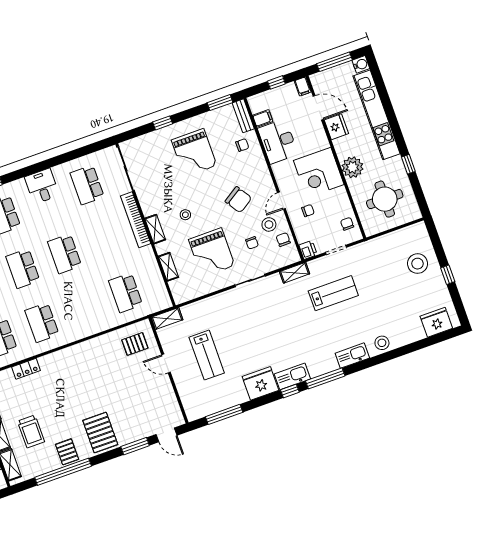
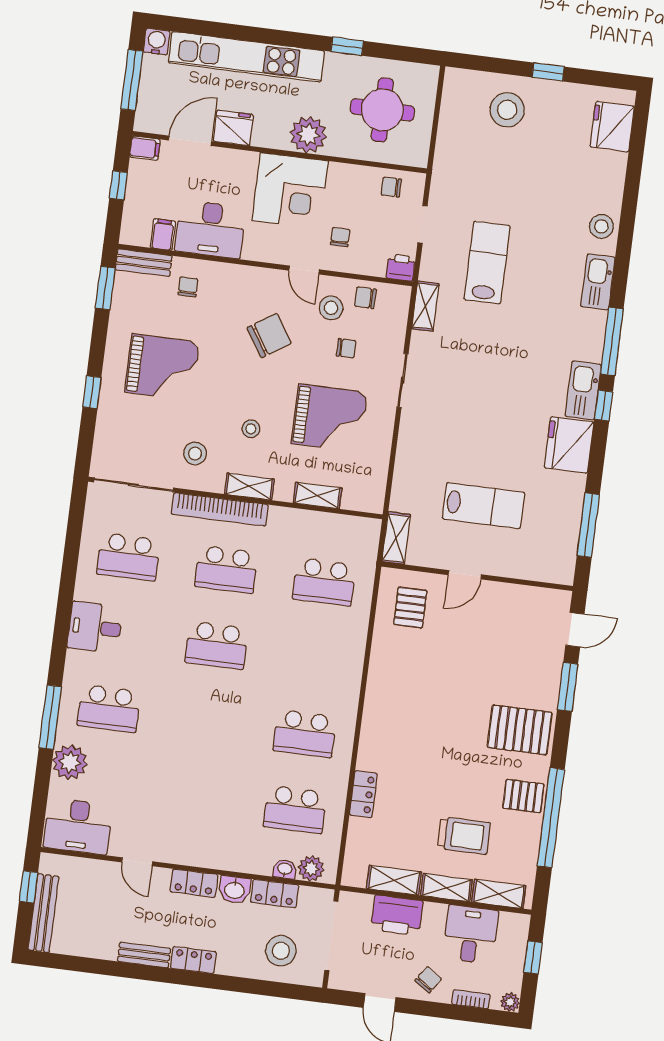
stool: (158, 192) -> (195, 453), added
school desk: (23, 269) -> (226, 569), moved

